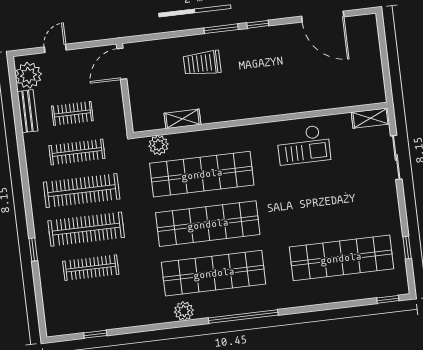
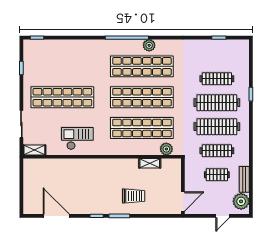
shop shelf: (341, 258) -> (62, 97), moved
plant: (184, 311) -> (149, 45), moved

